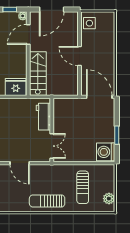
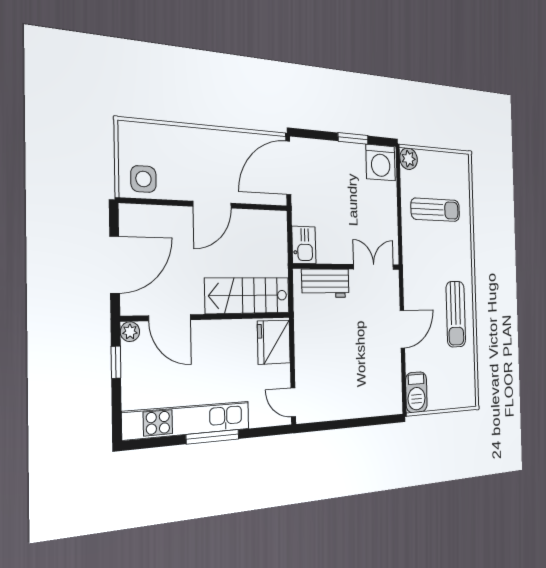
door: (52, 9) -> (115, 265), hinge flipped
kitchen sink: (62, 105) -> (304, 245), added
plant: (109, 199) -> (409, 159), moved
sun lounger: (47, 201) -> (456, 314), moved

